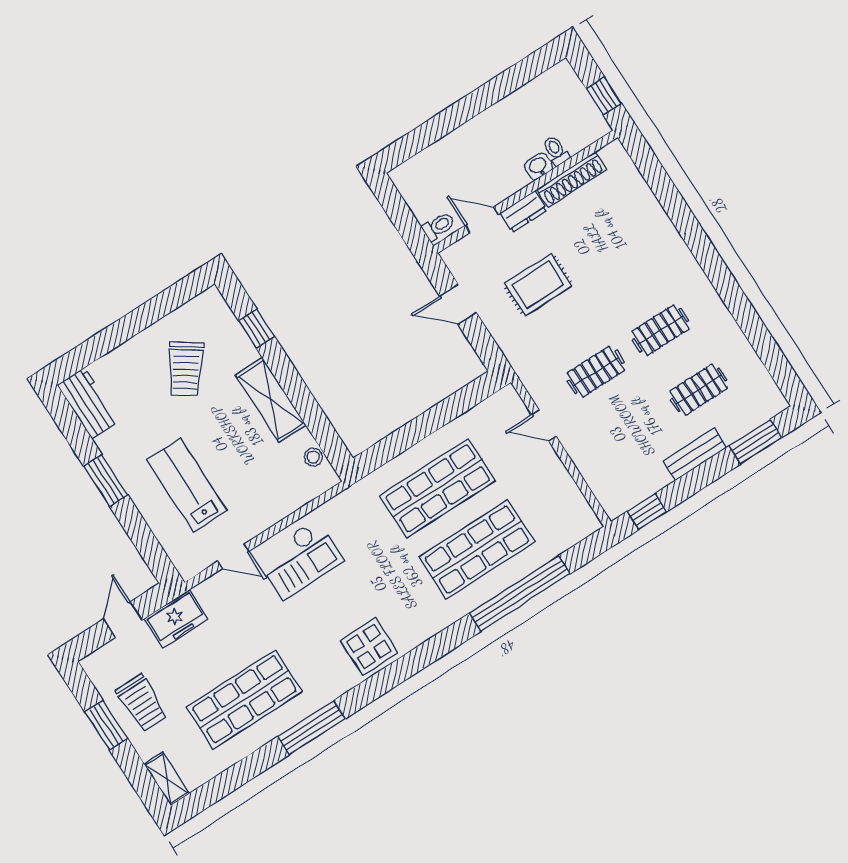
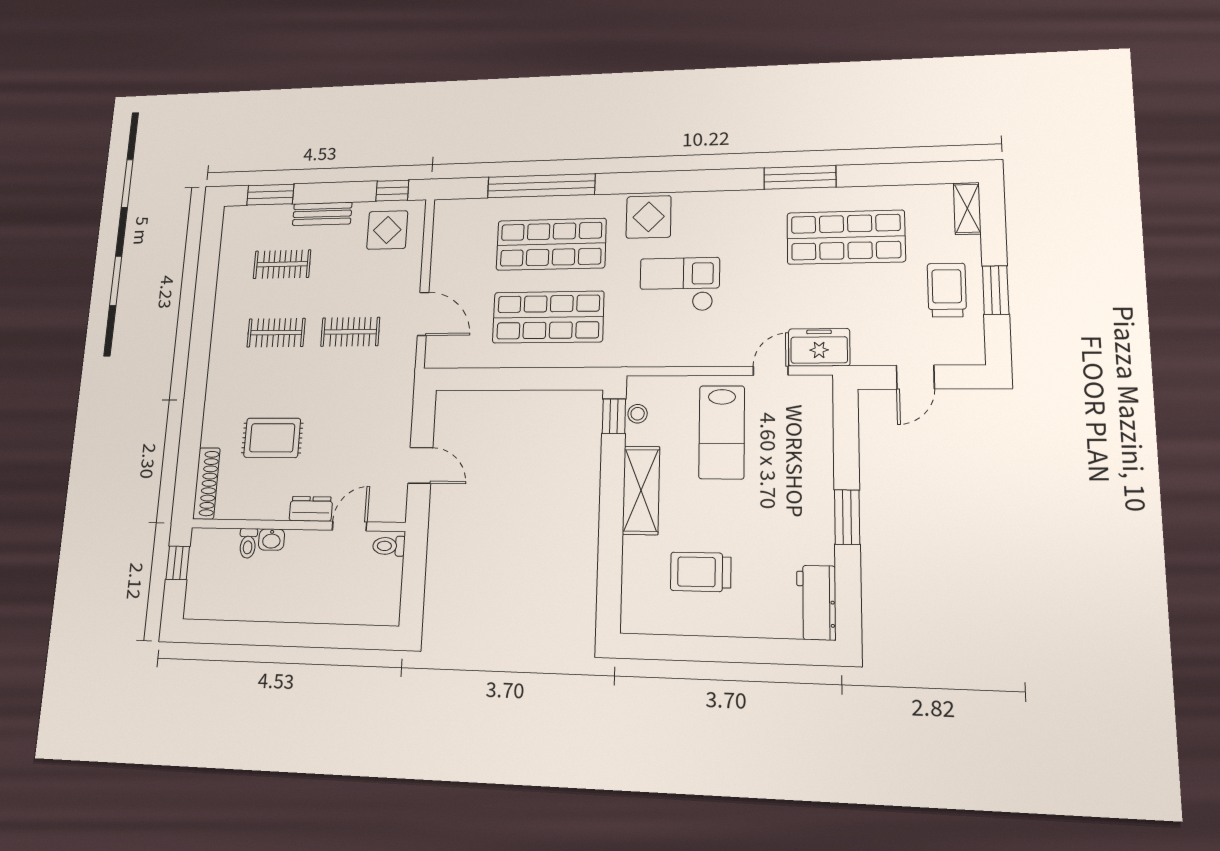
shoe rack: (572, 179) -> (206, 483), moved, turned 90
door: (482, 220) -> (350, 526), swing flipped
rug: (538, 285) -> (272, 438), moved
window: (256, 328) -> (614, 416), moved
trolley: (186, 369) -> (701, 572), turned -125
door: (544, 425) -> (423, 314), width x1.38
display table: (626, 476) -> (387, 230), added
lab bench: (187, 485) -> (722, 432), moved
door: (233, 556) -> (771, 371), hinge flipped
checkout: (300, 559) -> (680, 284), moved
freezer: (176, 619) -> (819, 347), moved
display table: (369, 647) -> (649, 217), moved

